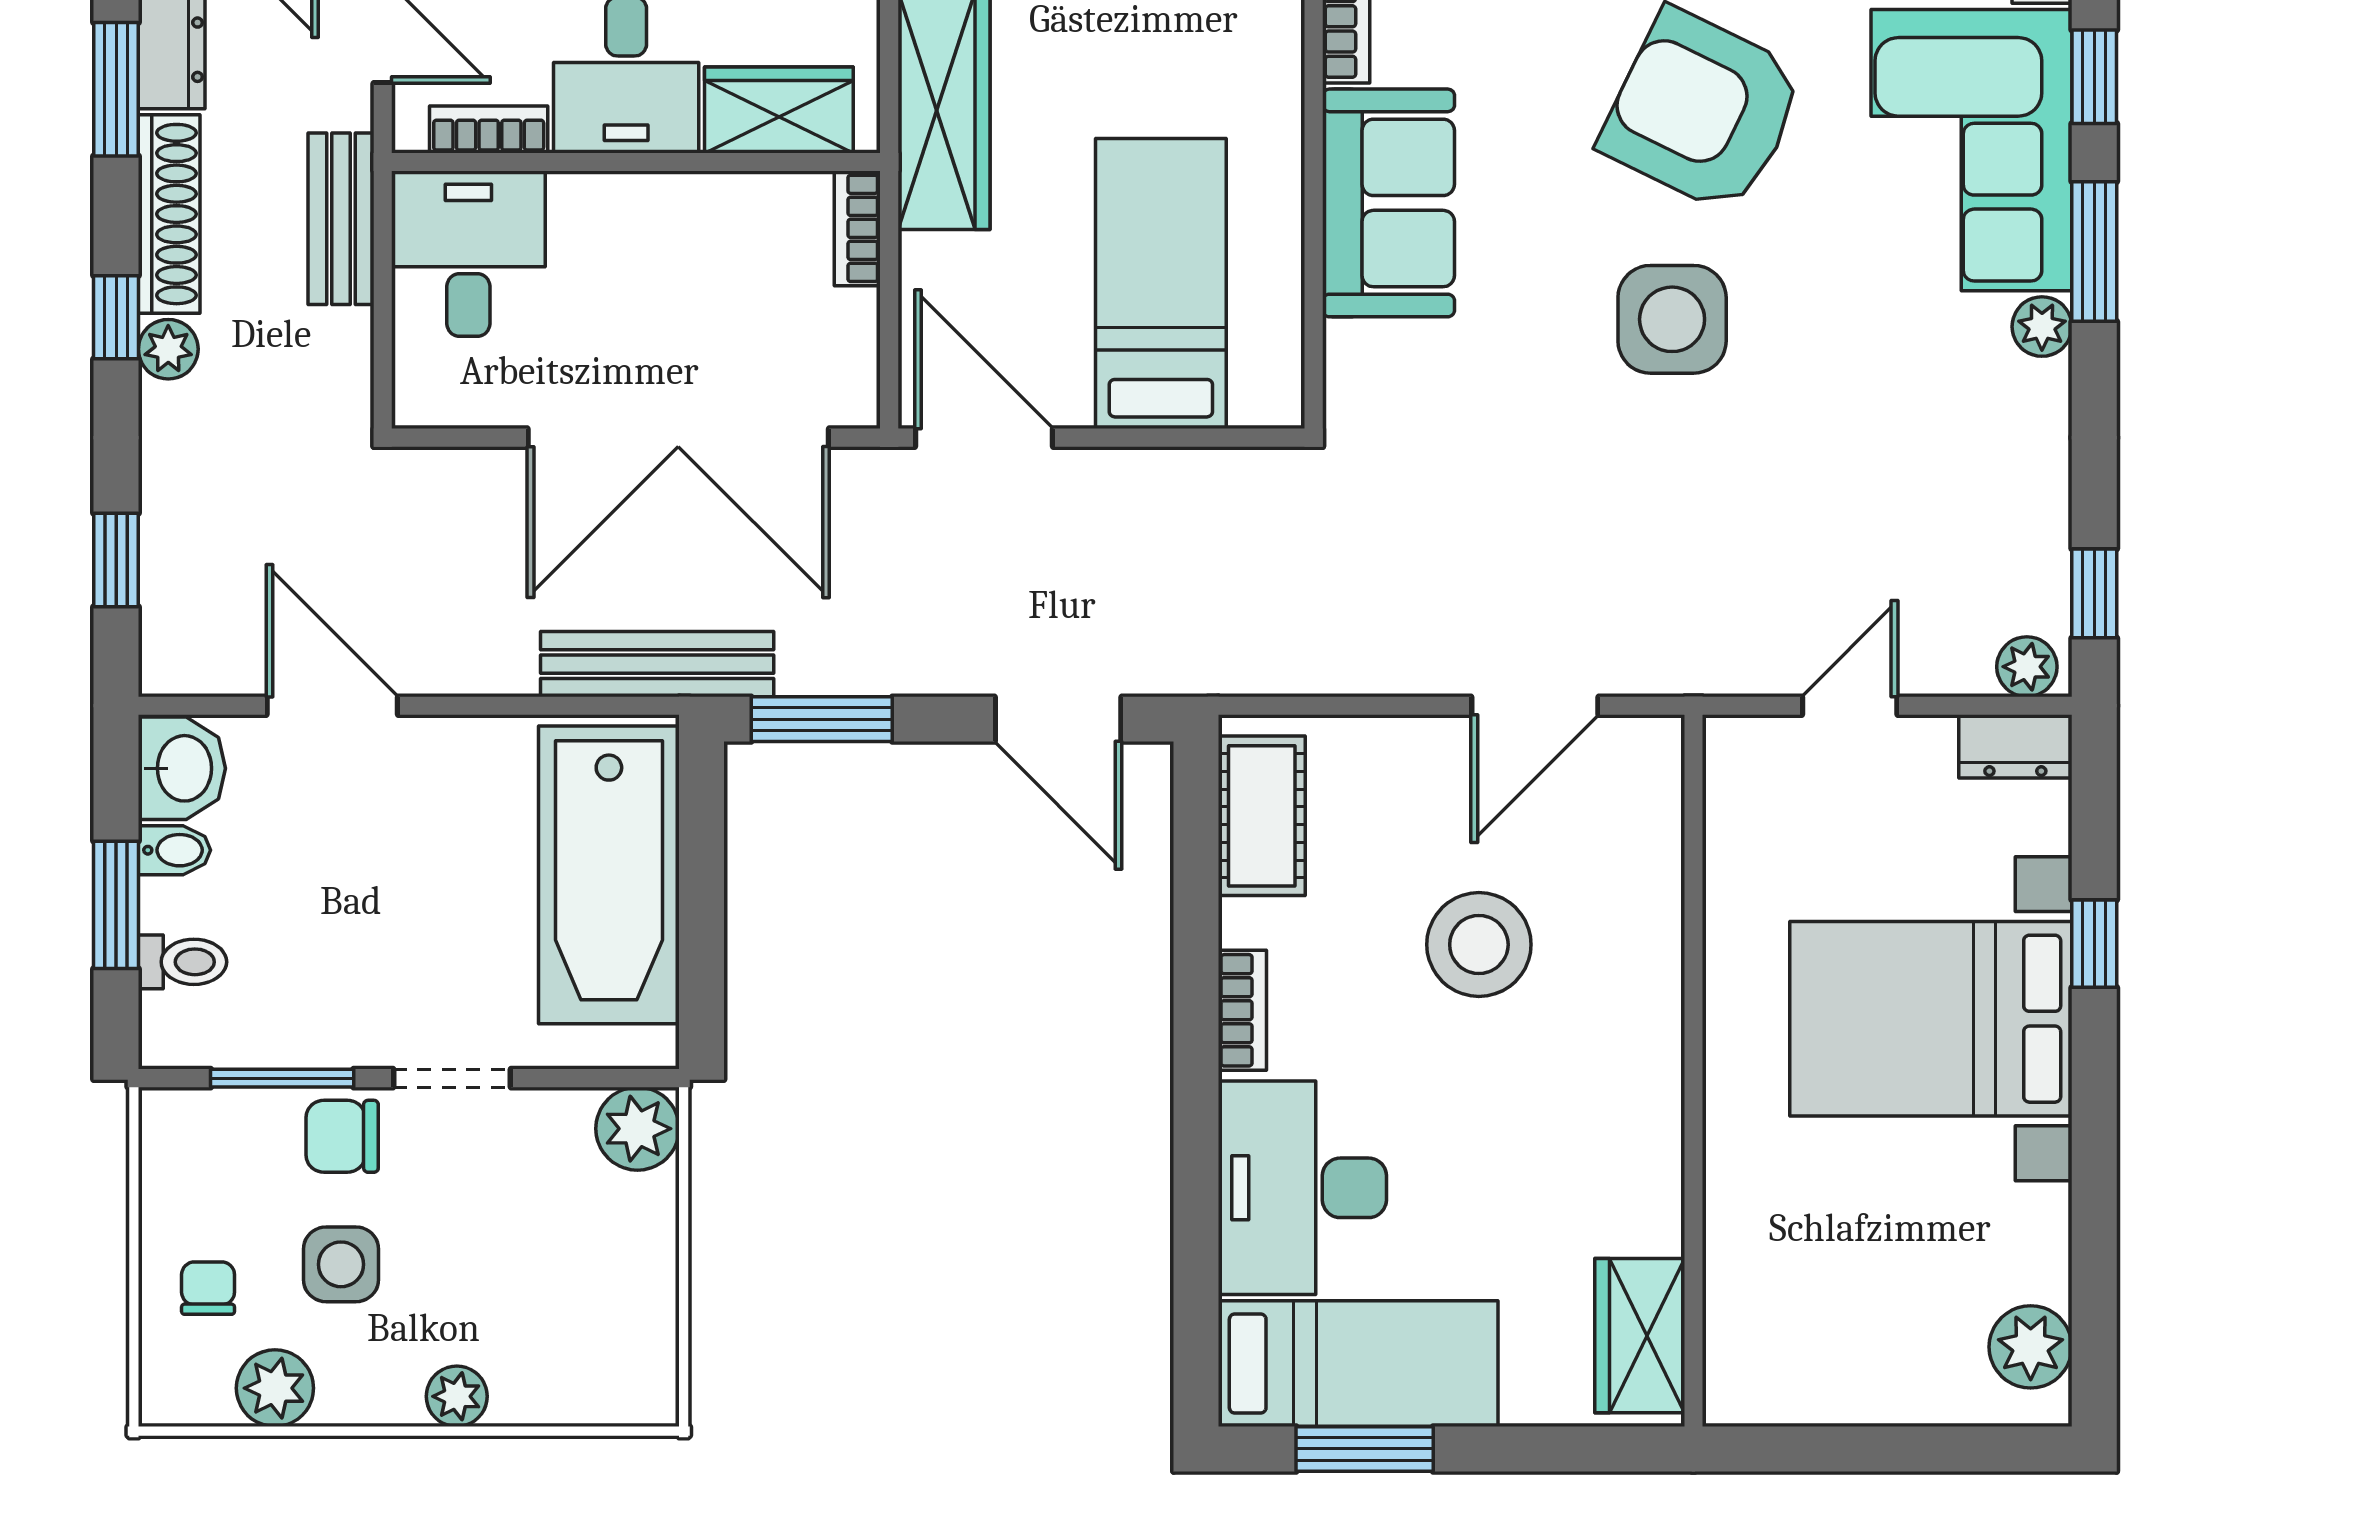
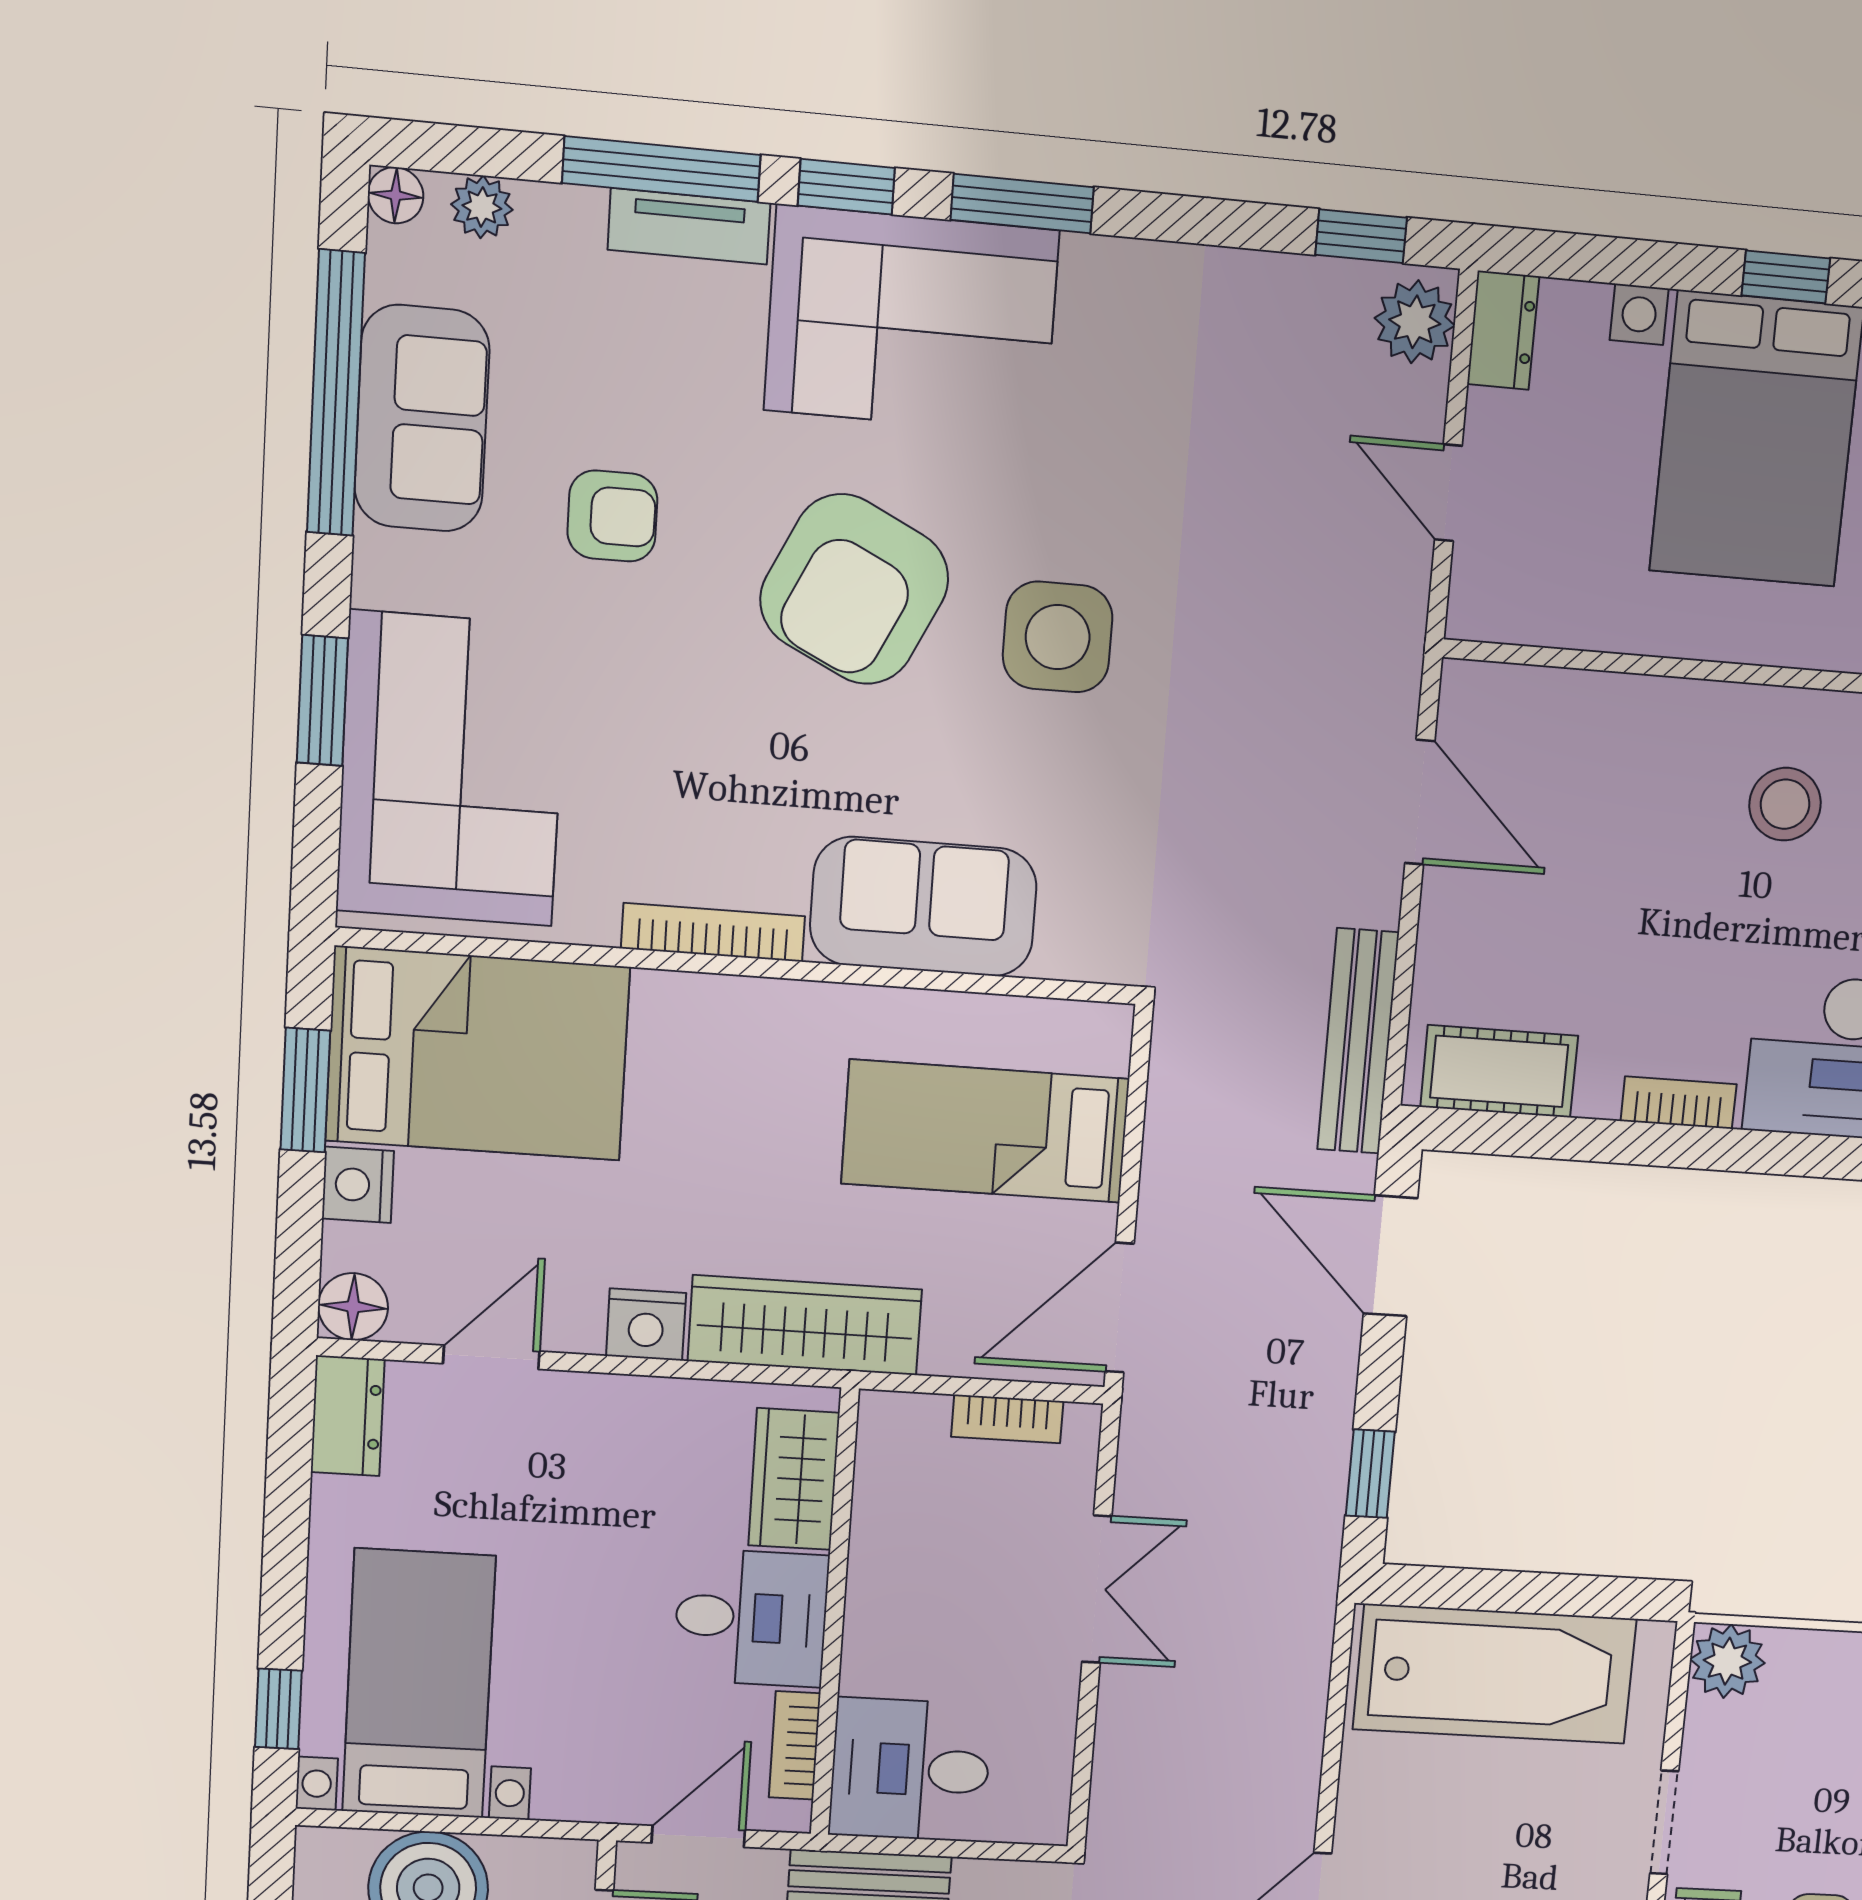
bookcase: (857, 228) -> (1007, 1419), moved
plant: (2042, 327) -> (1093, 264), removed
double door: (678, 438) -> (1097, 1589), width x0.54
bench: (657, 664) -> (1358, 1041), moved
plant: (2027, 667) -> (1415, 322), width x1.38, depth x1.38
window: (822, 719) -> (1370, 1474), width x0.67
door: (1058, 719) -> (1390, 1256), swing flipped
window: (2094, 944) -> (1786, 277), moved
stool: (1479, 945) -> (1785, 804), moved, width x0.73, depth x0.73

